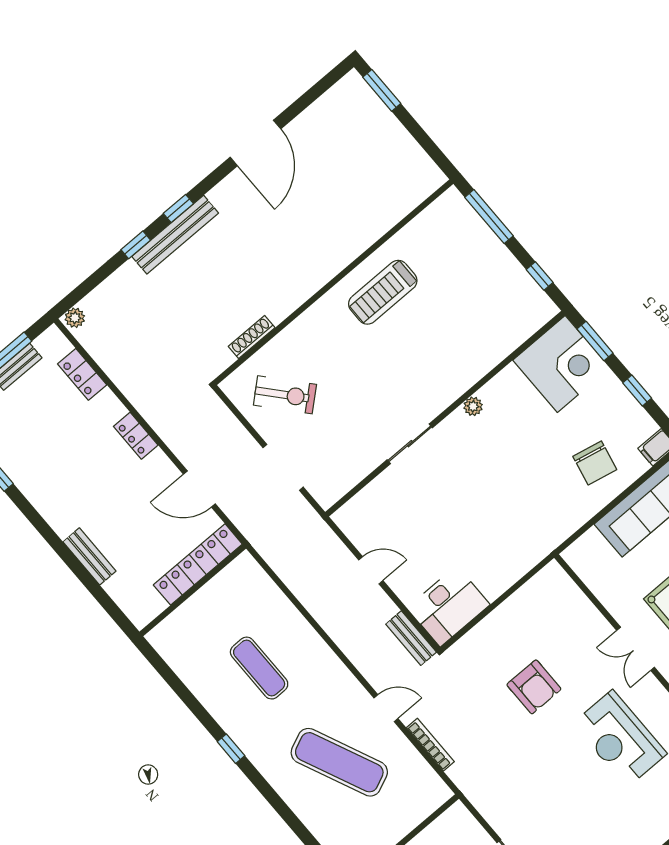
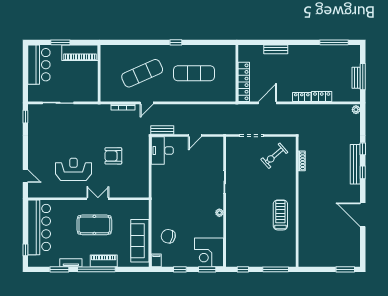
locker: (82, 374) -> (322, 97), moved
exercise mat: (259, 668) -> (194, 73), width x1.36, depth x1.45

